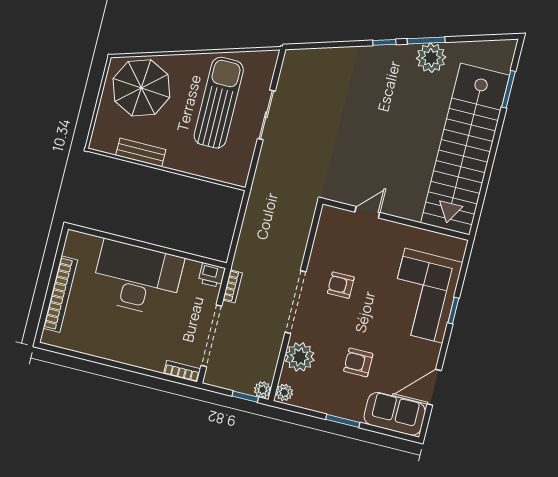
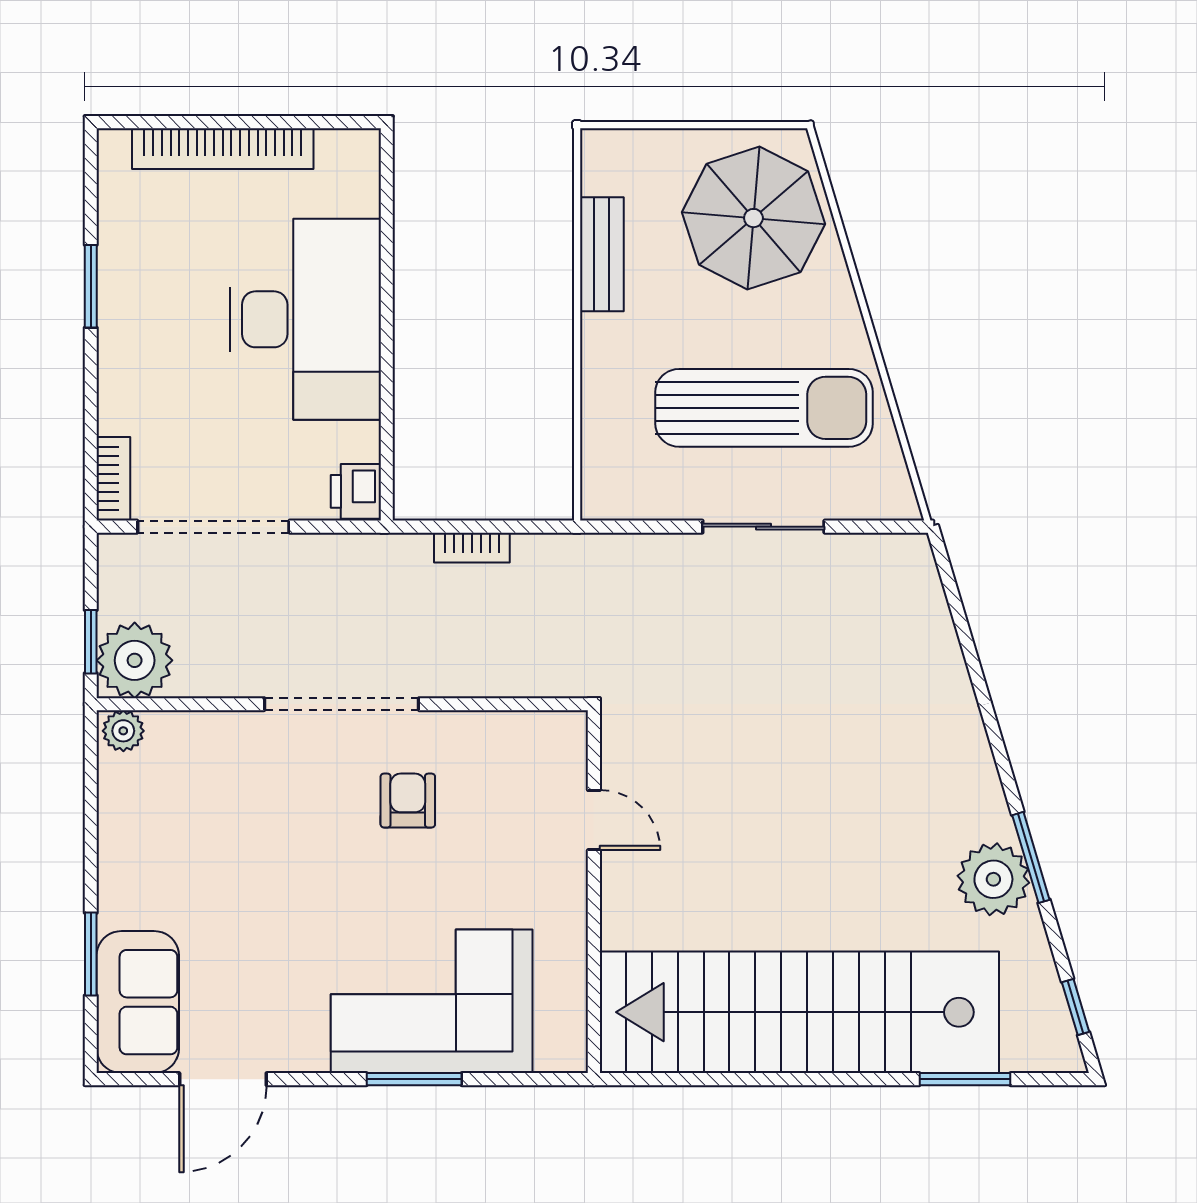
window: (384, 42) -> (1076, 1007), moved
bookcase: (233, 286) -> (472, 548), moved
window: (453, 310) -> (414, 1079), width x1.50
plant: (300, 357) -> (216, 746), removed
window: (102, 361) -> (91, 286), added
armchair: (358, 362) -> (237, 887), removed
door: (434, 387) -> (223, 1079), swing flipped
plant: (262, 390) -> (135, 660), width x1.88, depth x1.88
window: (343, 421) -> (91, 954), moved

